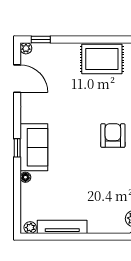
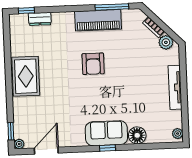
armchair: (113, 136) -> (93, 64), turned -90
floor lamp: (25, 177) -> (137, 135), width x1.89, depth x1.89
tv unit: (62, 227) -> (175, 87), moved

